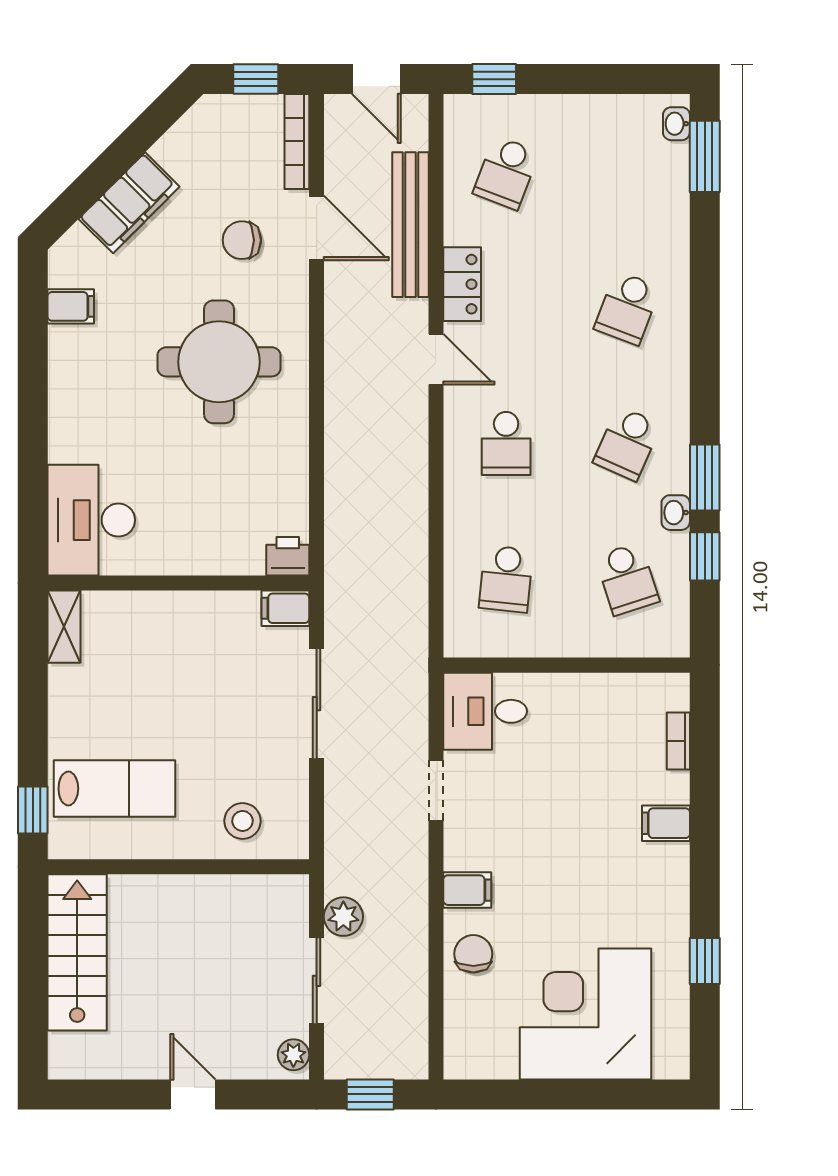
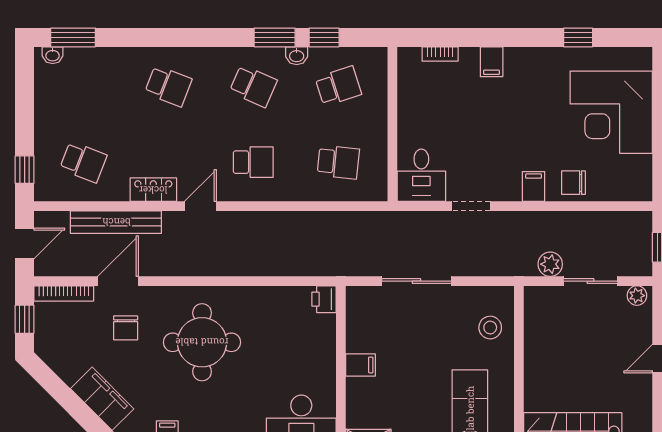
filing cabinet: (285, 608) -> (360, 365), moved, turned -90

